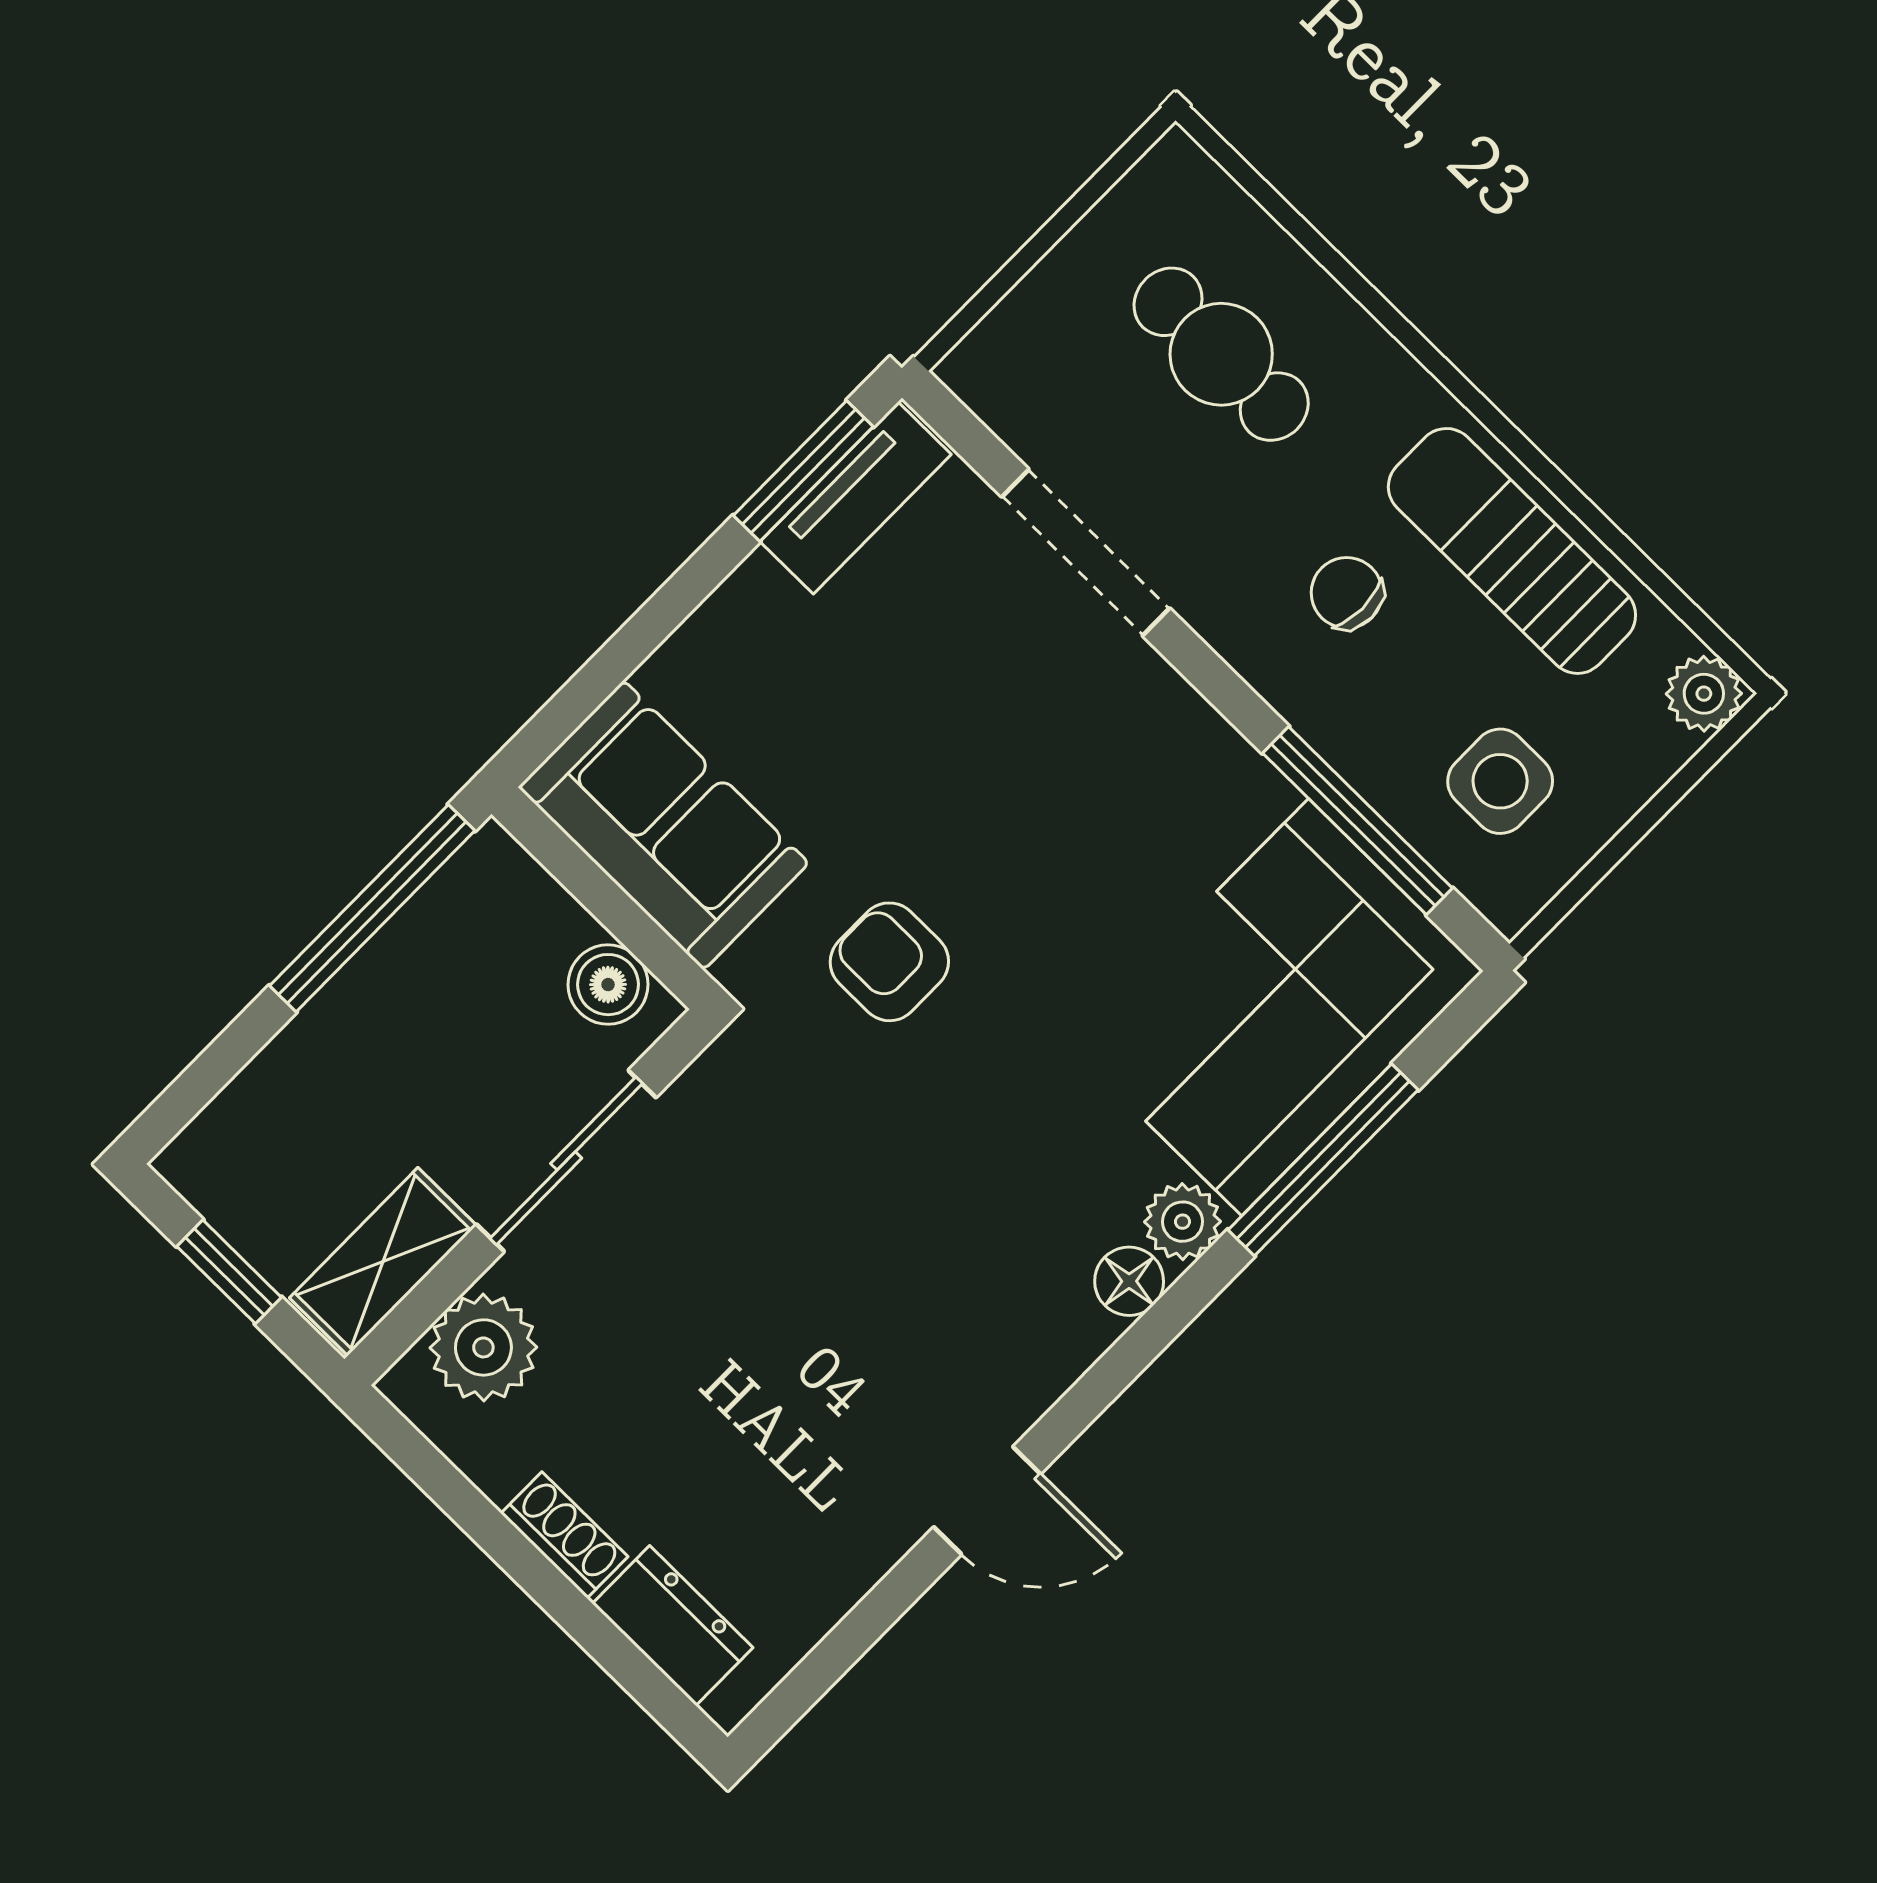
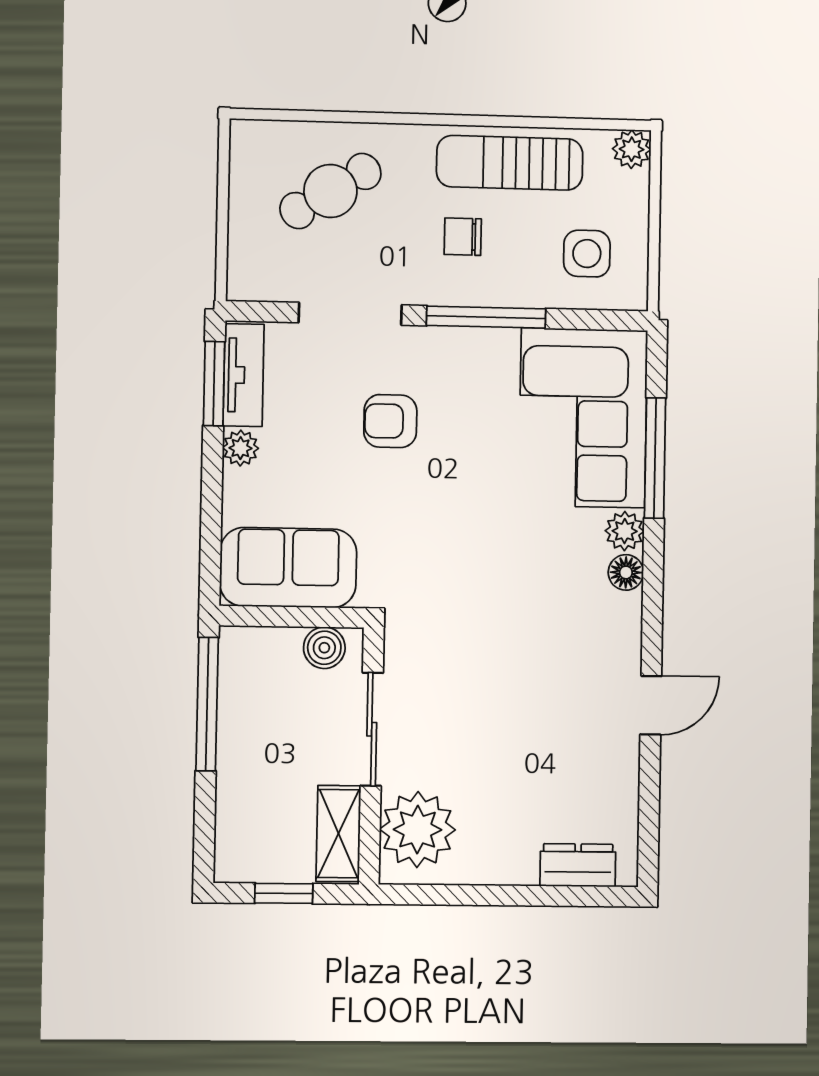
cafe table: (1221, 354) -> (330, 191), turned -32
plant: (755, 596) -> (240, 448), added
window: (1358, 821) -> (486, 317), moved
armchair: (889, 962) -> (390, 421), moved
plant: (483, 1347) -> (417, 830), width x1.36, depth x1.36
shoe rack: (564, 1535) -> (505, 871), removed

